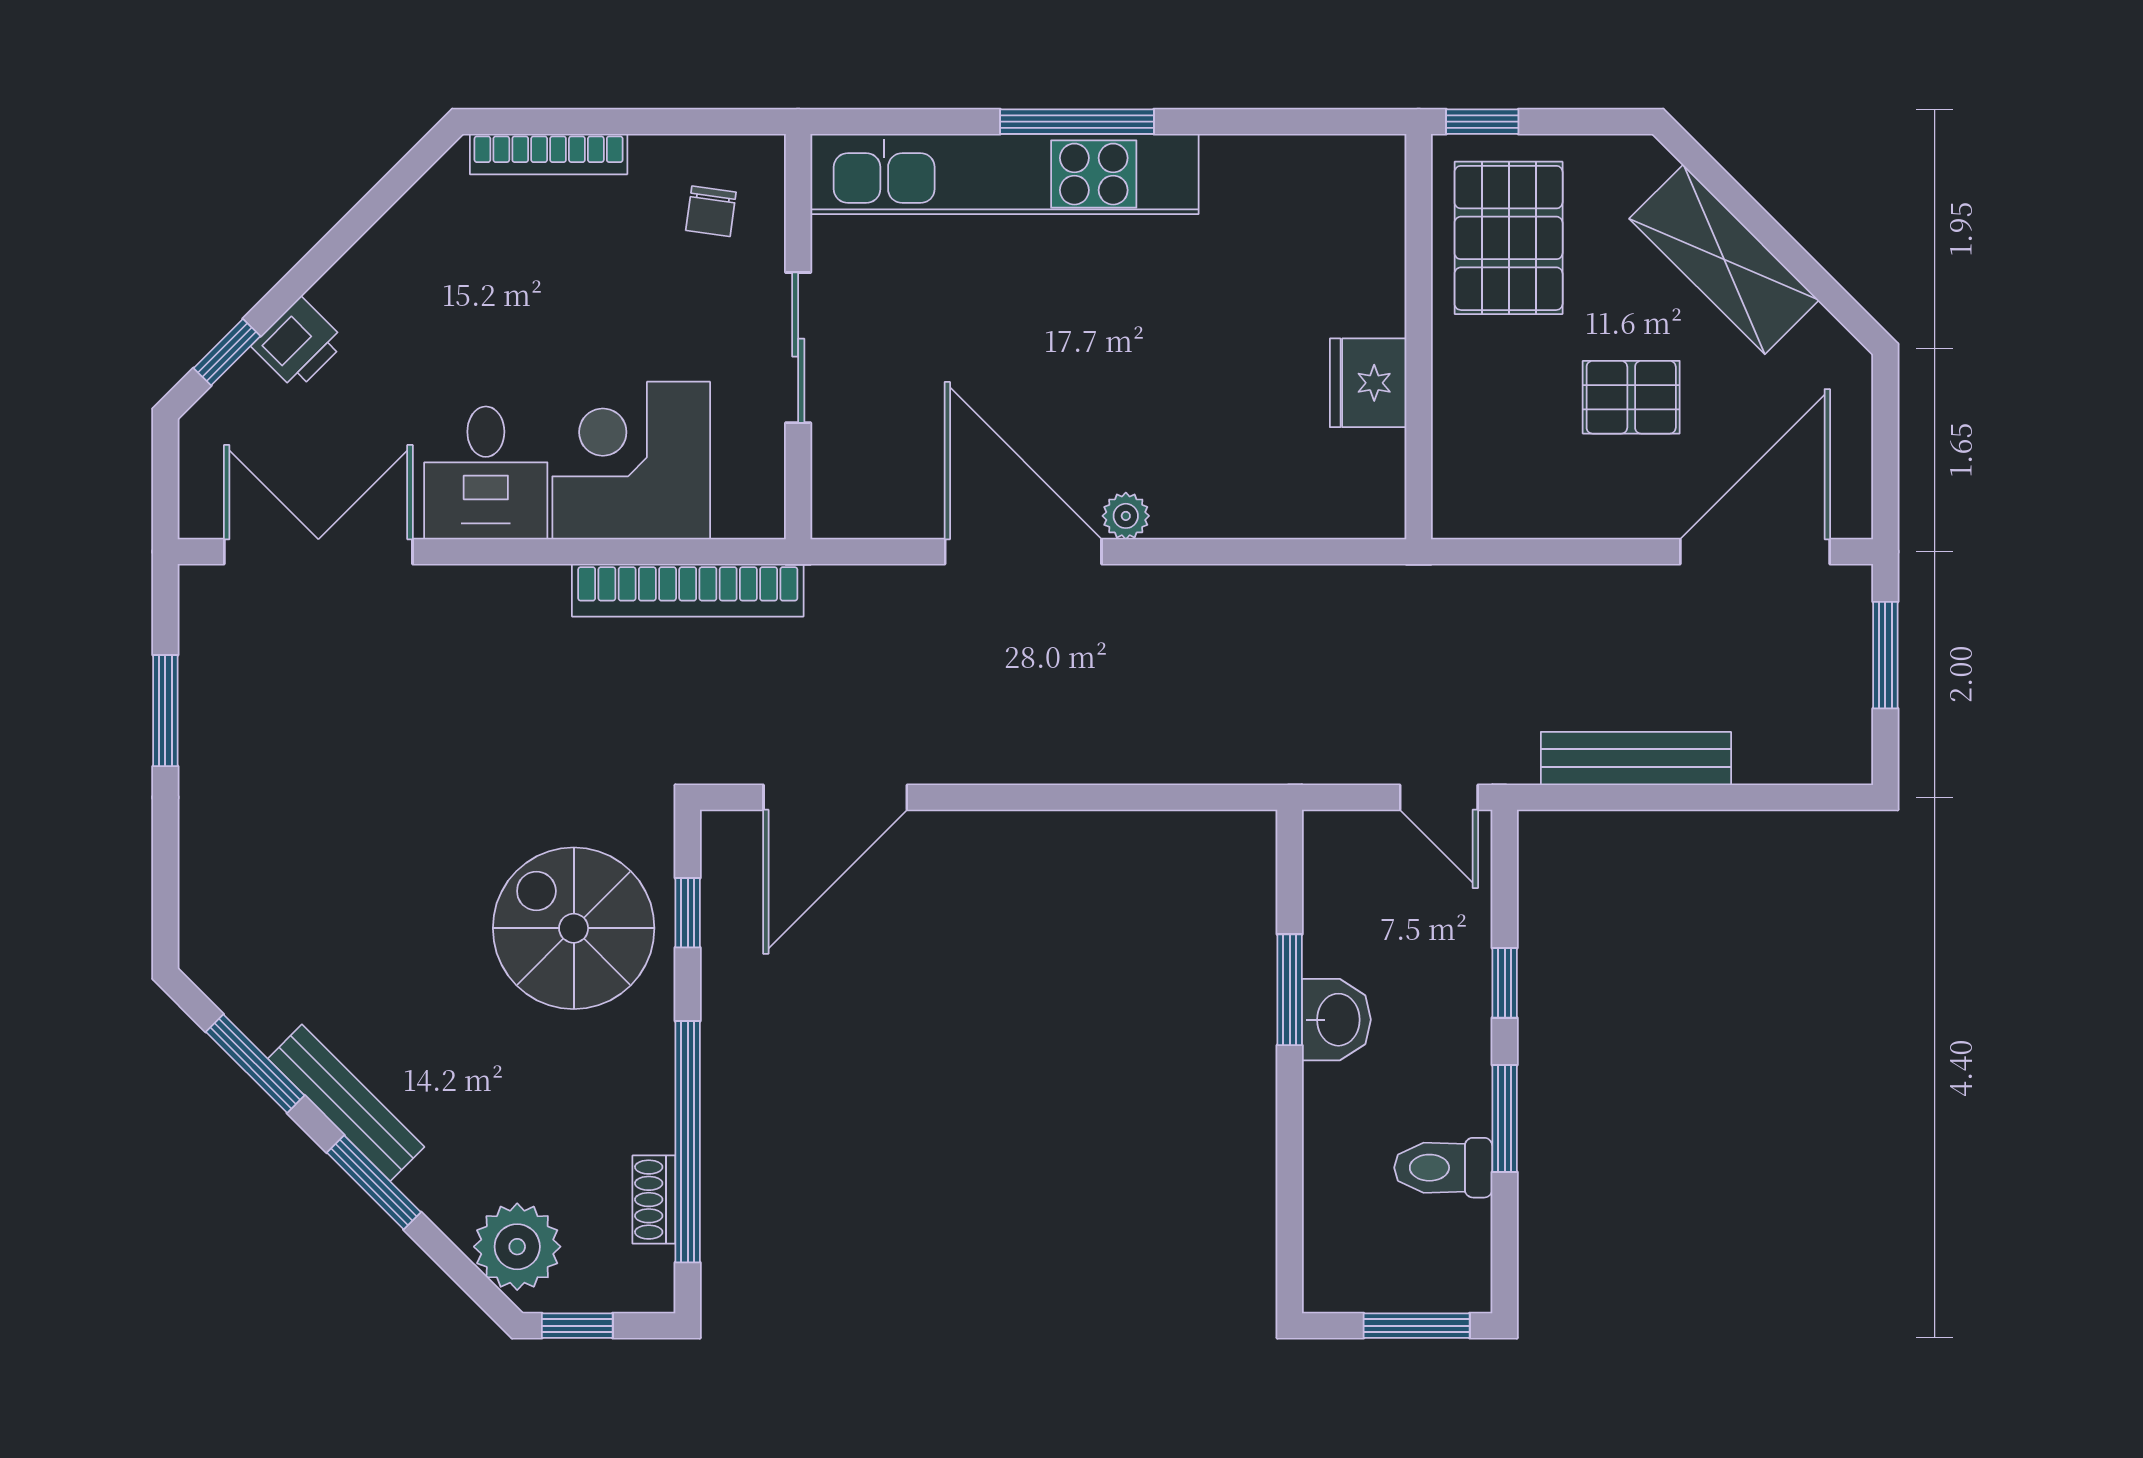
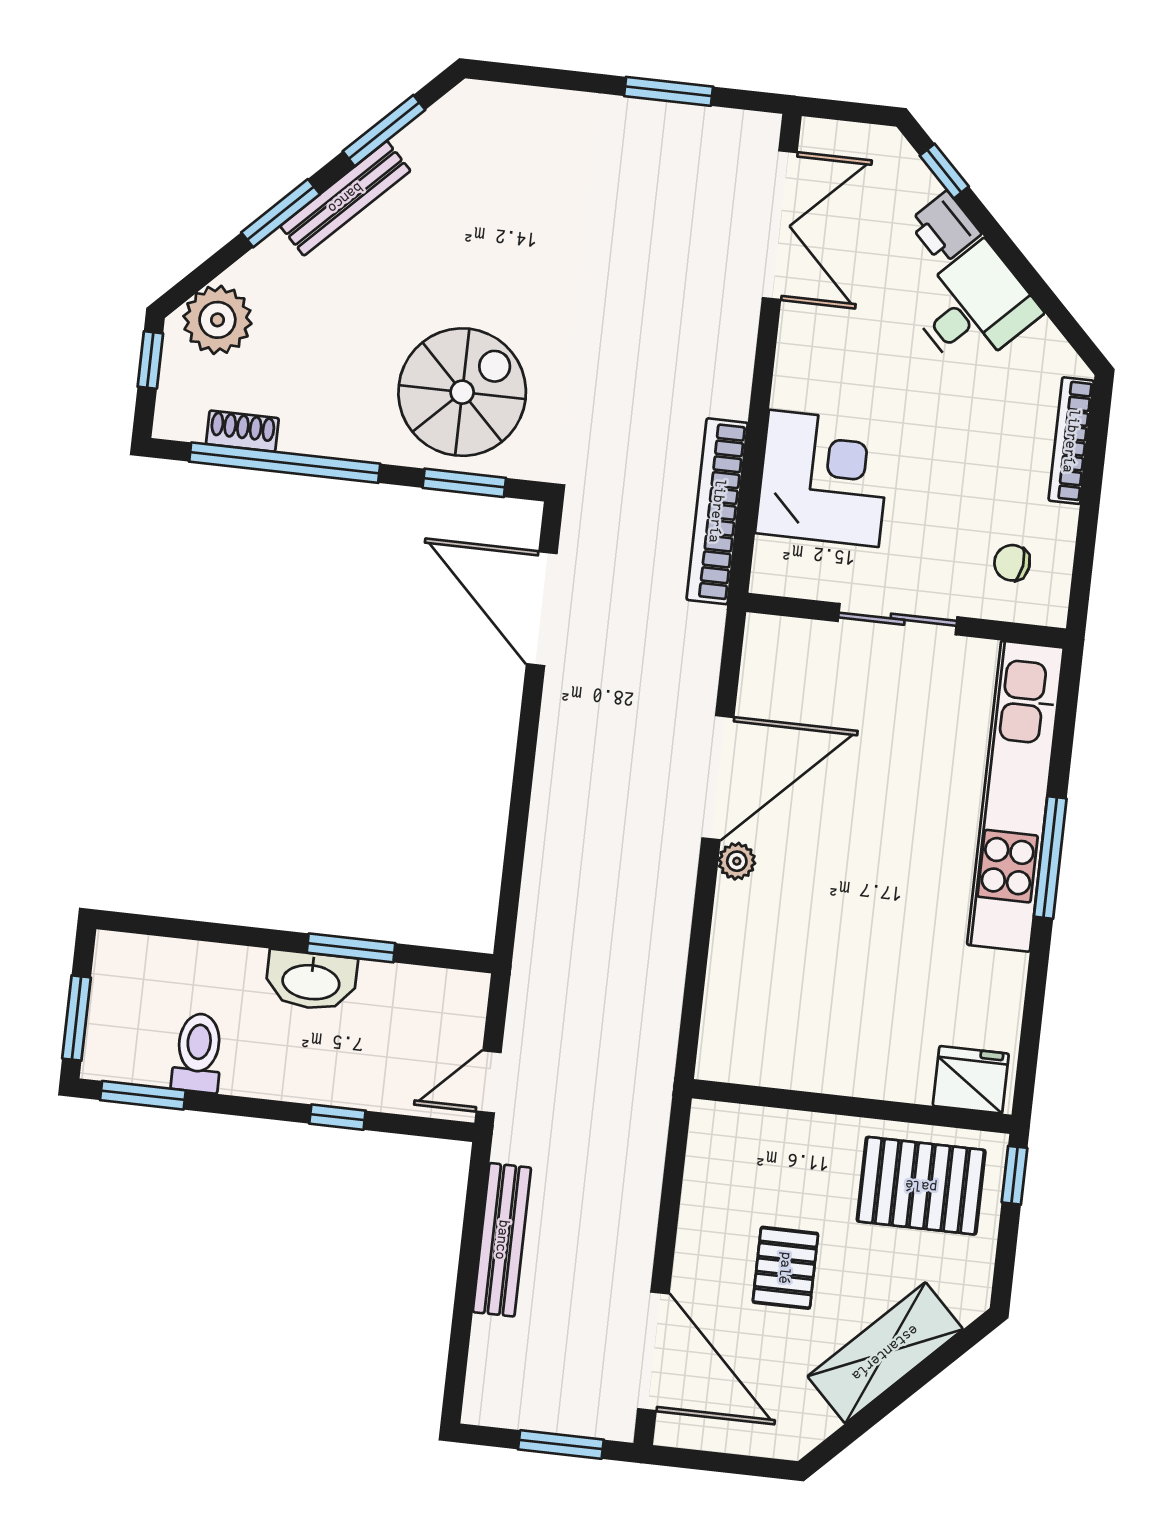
fridge: (1368, 383) -> (971, 1080), moved
desk: (486, 473) -> (974, 308), moved, turned 135
window: (688, 913) -> (464, 483), width x1.50
washbasin: (1336, 1020) -> (311, 981), width x1.38
window: (1505, 1119) -> (143, 1095), moved

